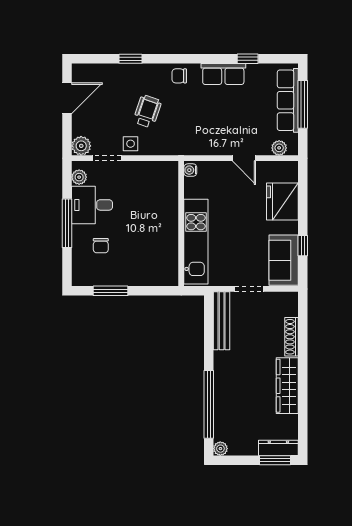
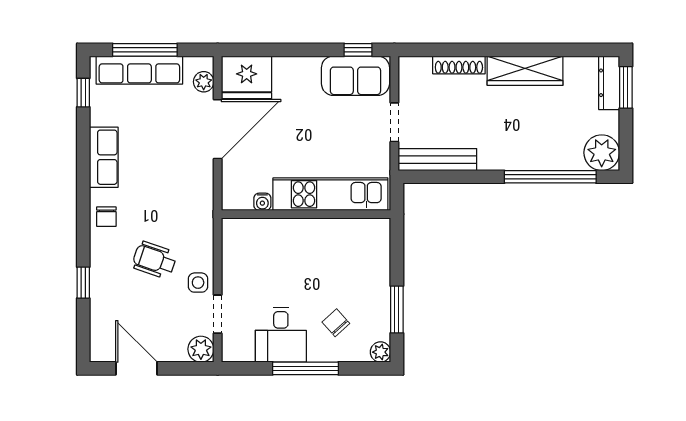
window: (248, 59) -> (83, 93), moved
door: (244, 158) -> (218, 129), width x1.88
water cooler: (190, 170) -> (262, 202), moved
plant: (79, 177) -> (380, 352), moved
fridge: (282, 202) -> (247, 77), moved
chair: (101, 246) -> (336, 323), turned -132
window: (303, 246) -> (358, 50), moved
plant: (220, 449) -> (602, 153), width x1.88, depth x1.88

